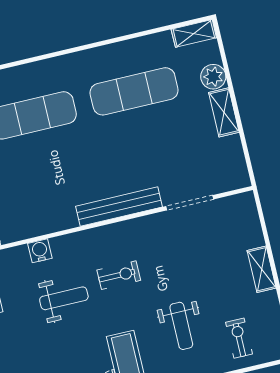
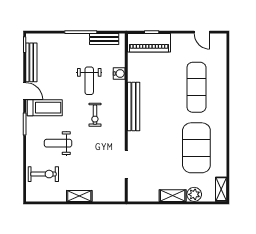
exercise mat: (134, 91) -> (196, 148), width x1.47
bench: (119, 207) -> (134, 107), moved
exercise bike: (239, 338) -> (43, 174), width x1.38, depth x1.39

